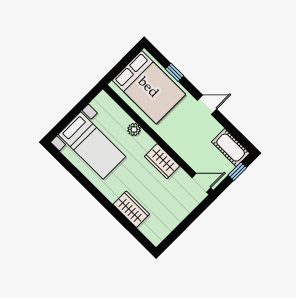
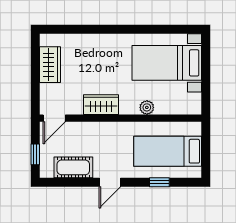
bed: (149, 87) -> (168, 151), width x0.67
cot: (231, 148) -> (73, 167), moved
wardrobe: (131, 209) -> (50, 65), moved, turned -90

